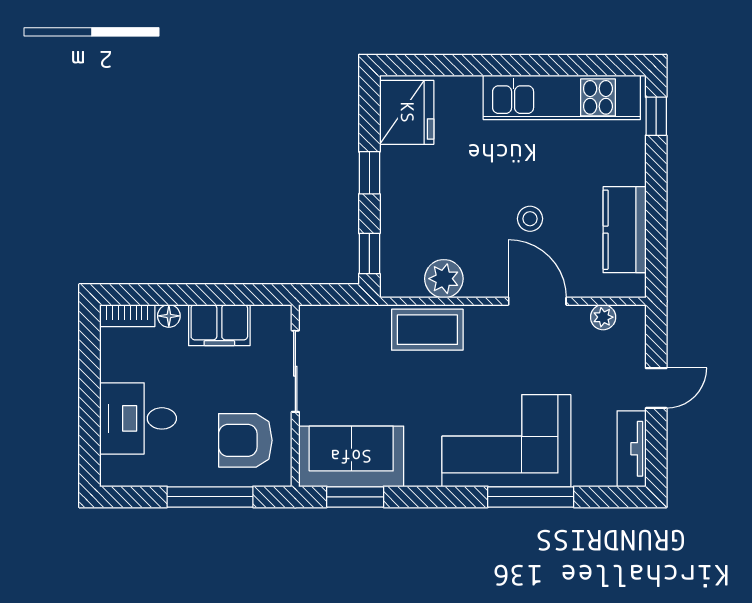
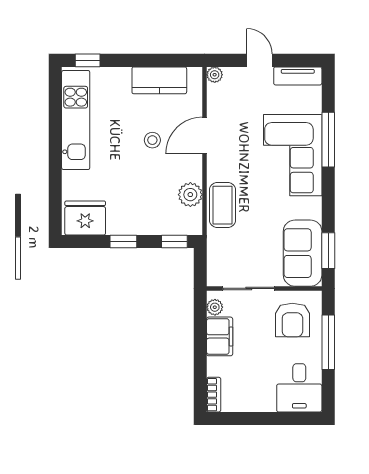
floor lamp: (169, 316) -> (214, 368), removed
plant: (266, 317) -> (215, 307), added
plant: (603, 317) -> (215, 75), moved
desk: (138, 418) -> (299, 388), moved

